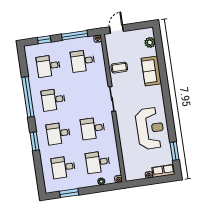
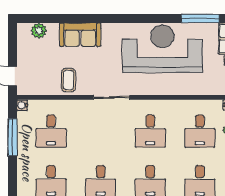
window: (44, 40) -> (13, 182), removed
reception desk: (150, 128) -> (162, 49), width x1.36, depth x1.30
window: (174, 151) -> (200, 18), width x1.44

